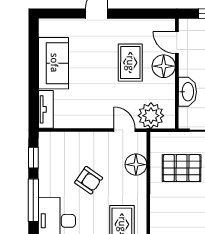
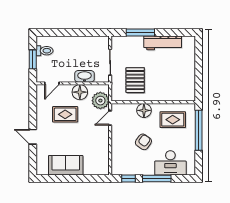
floor lamp: (164, 66) -> (80, 92), moved
tv unit: (46, 109) -> (96, 170), removed
floor lamp: (136, 165) -> (144, 110), moved

